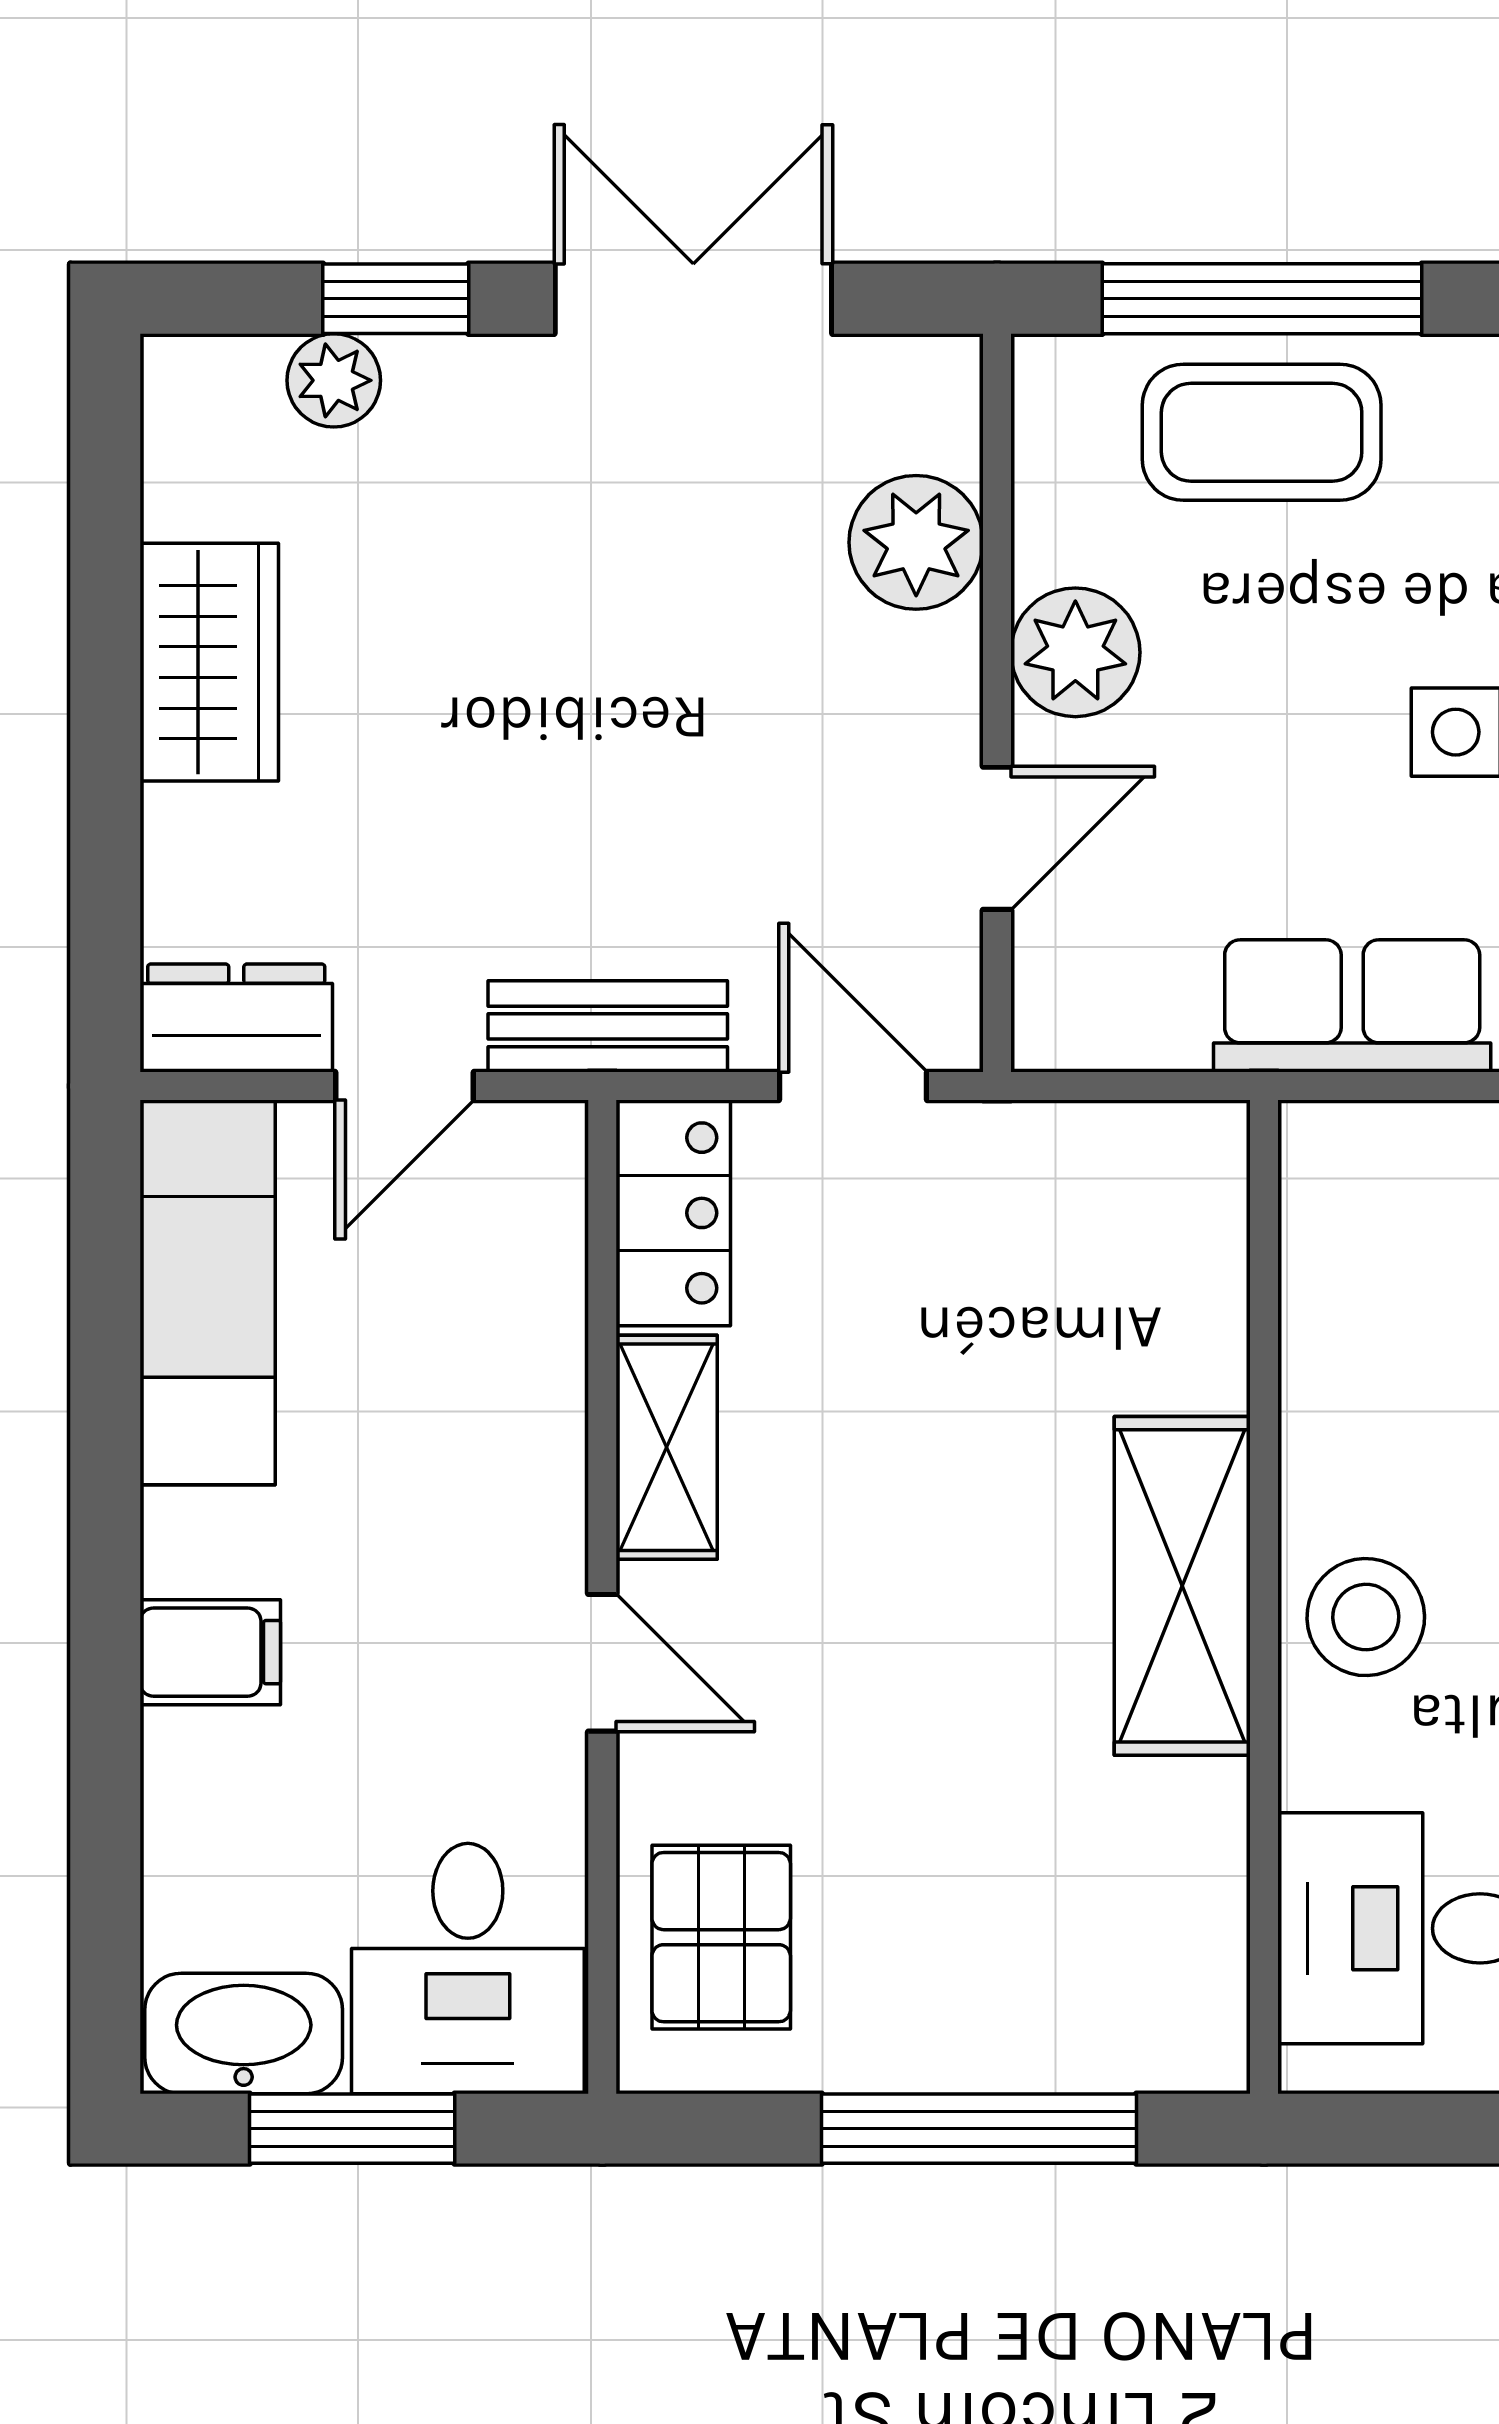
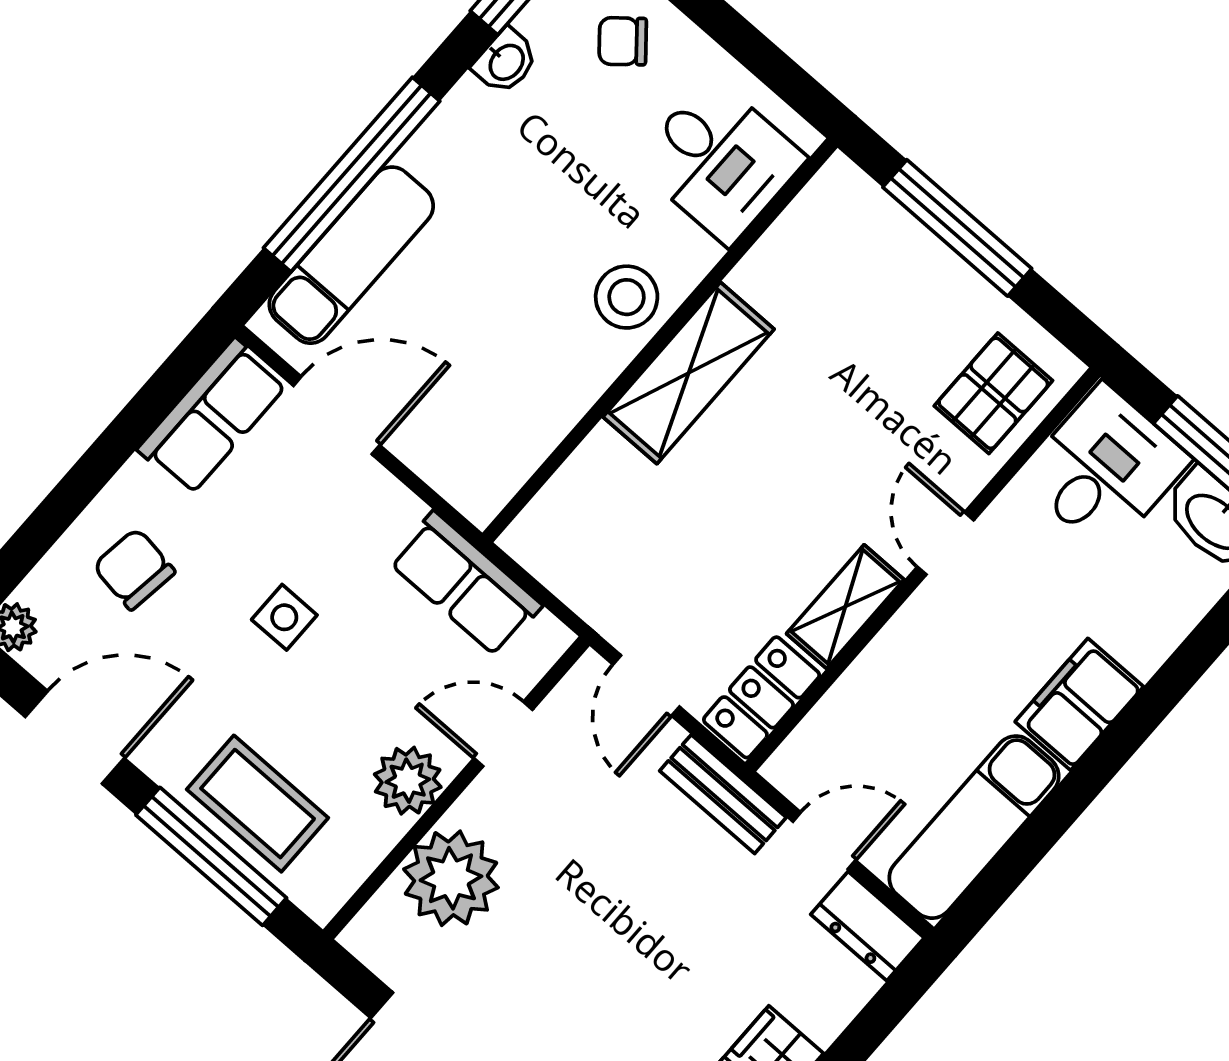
plant: (916, 542) -> (451, 878), width x1.36, depth x1.36
row of seats: (1352, 1006) -> (465, 584), moved
filing cabinet: (210, 1652) -> (1079, 704), width x2.00

